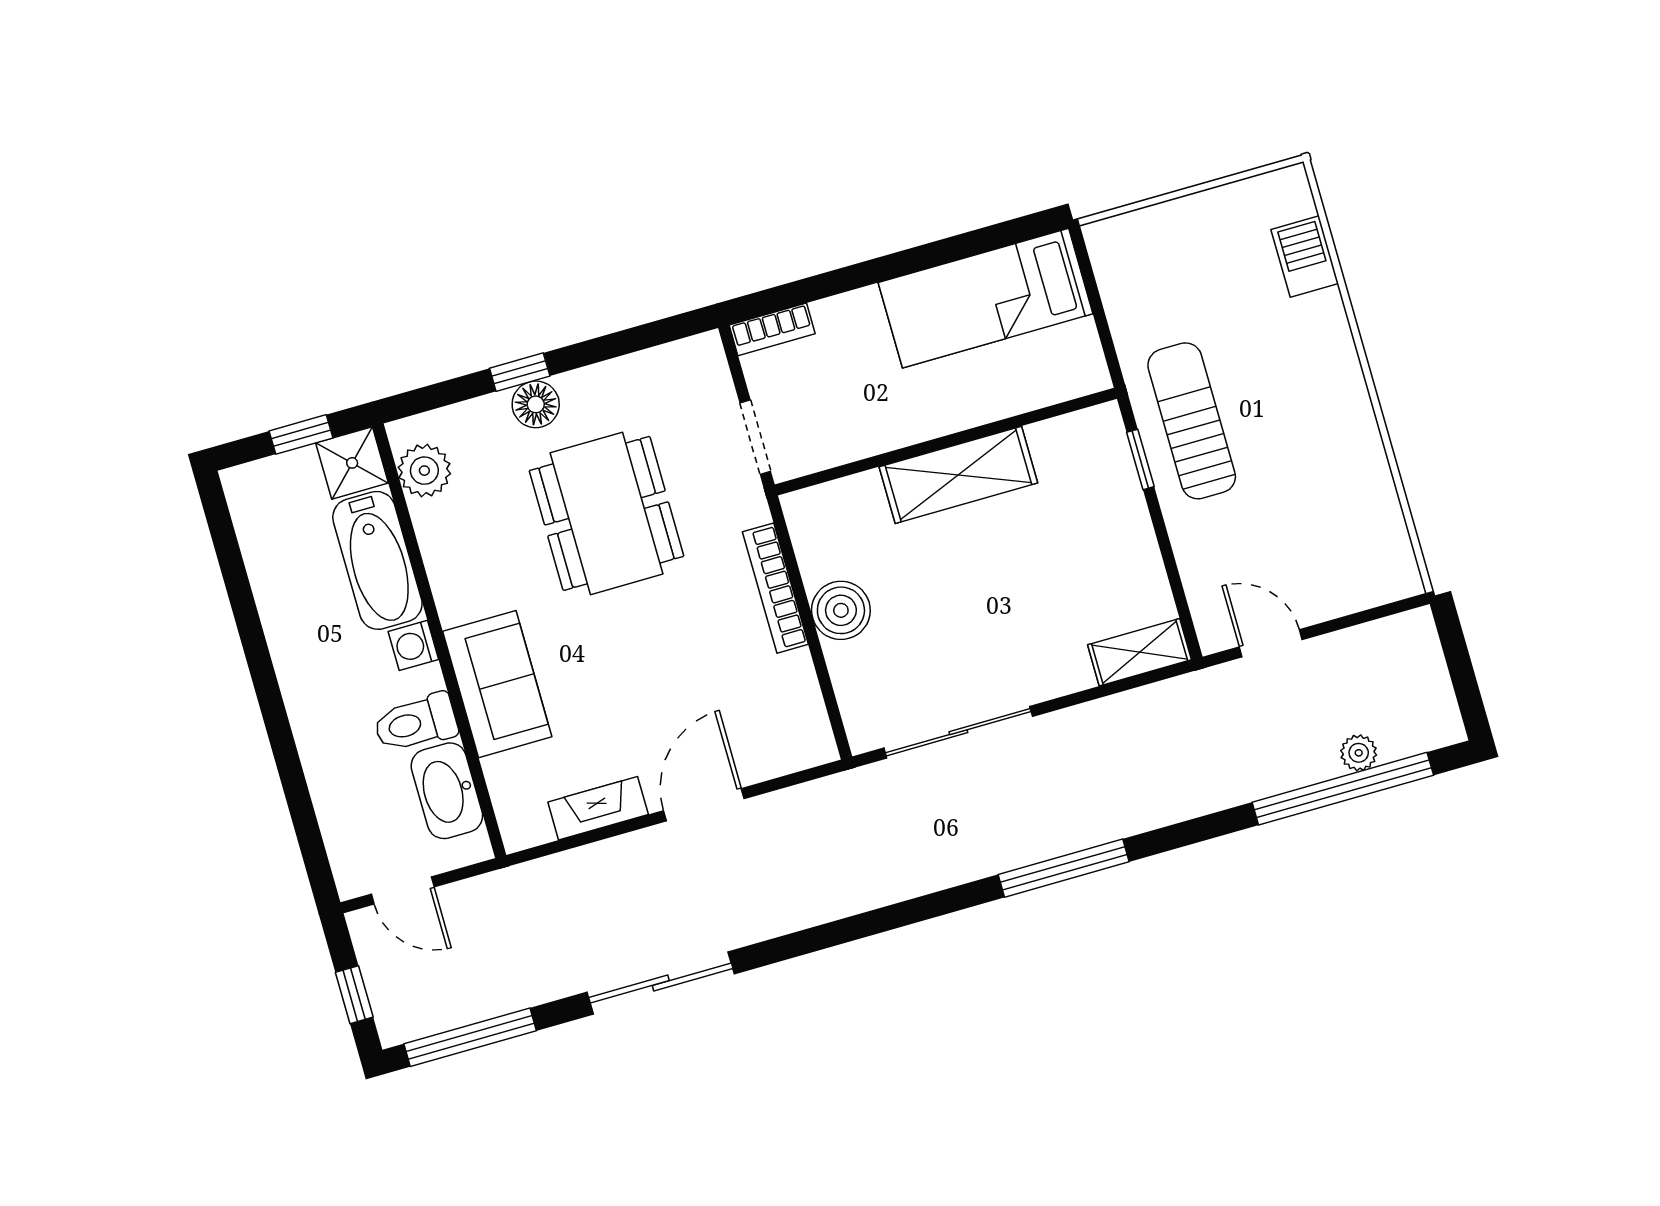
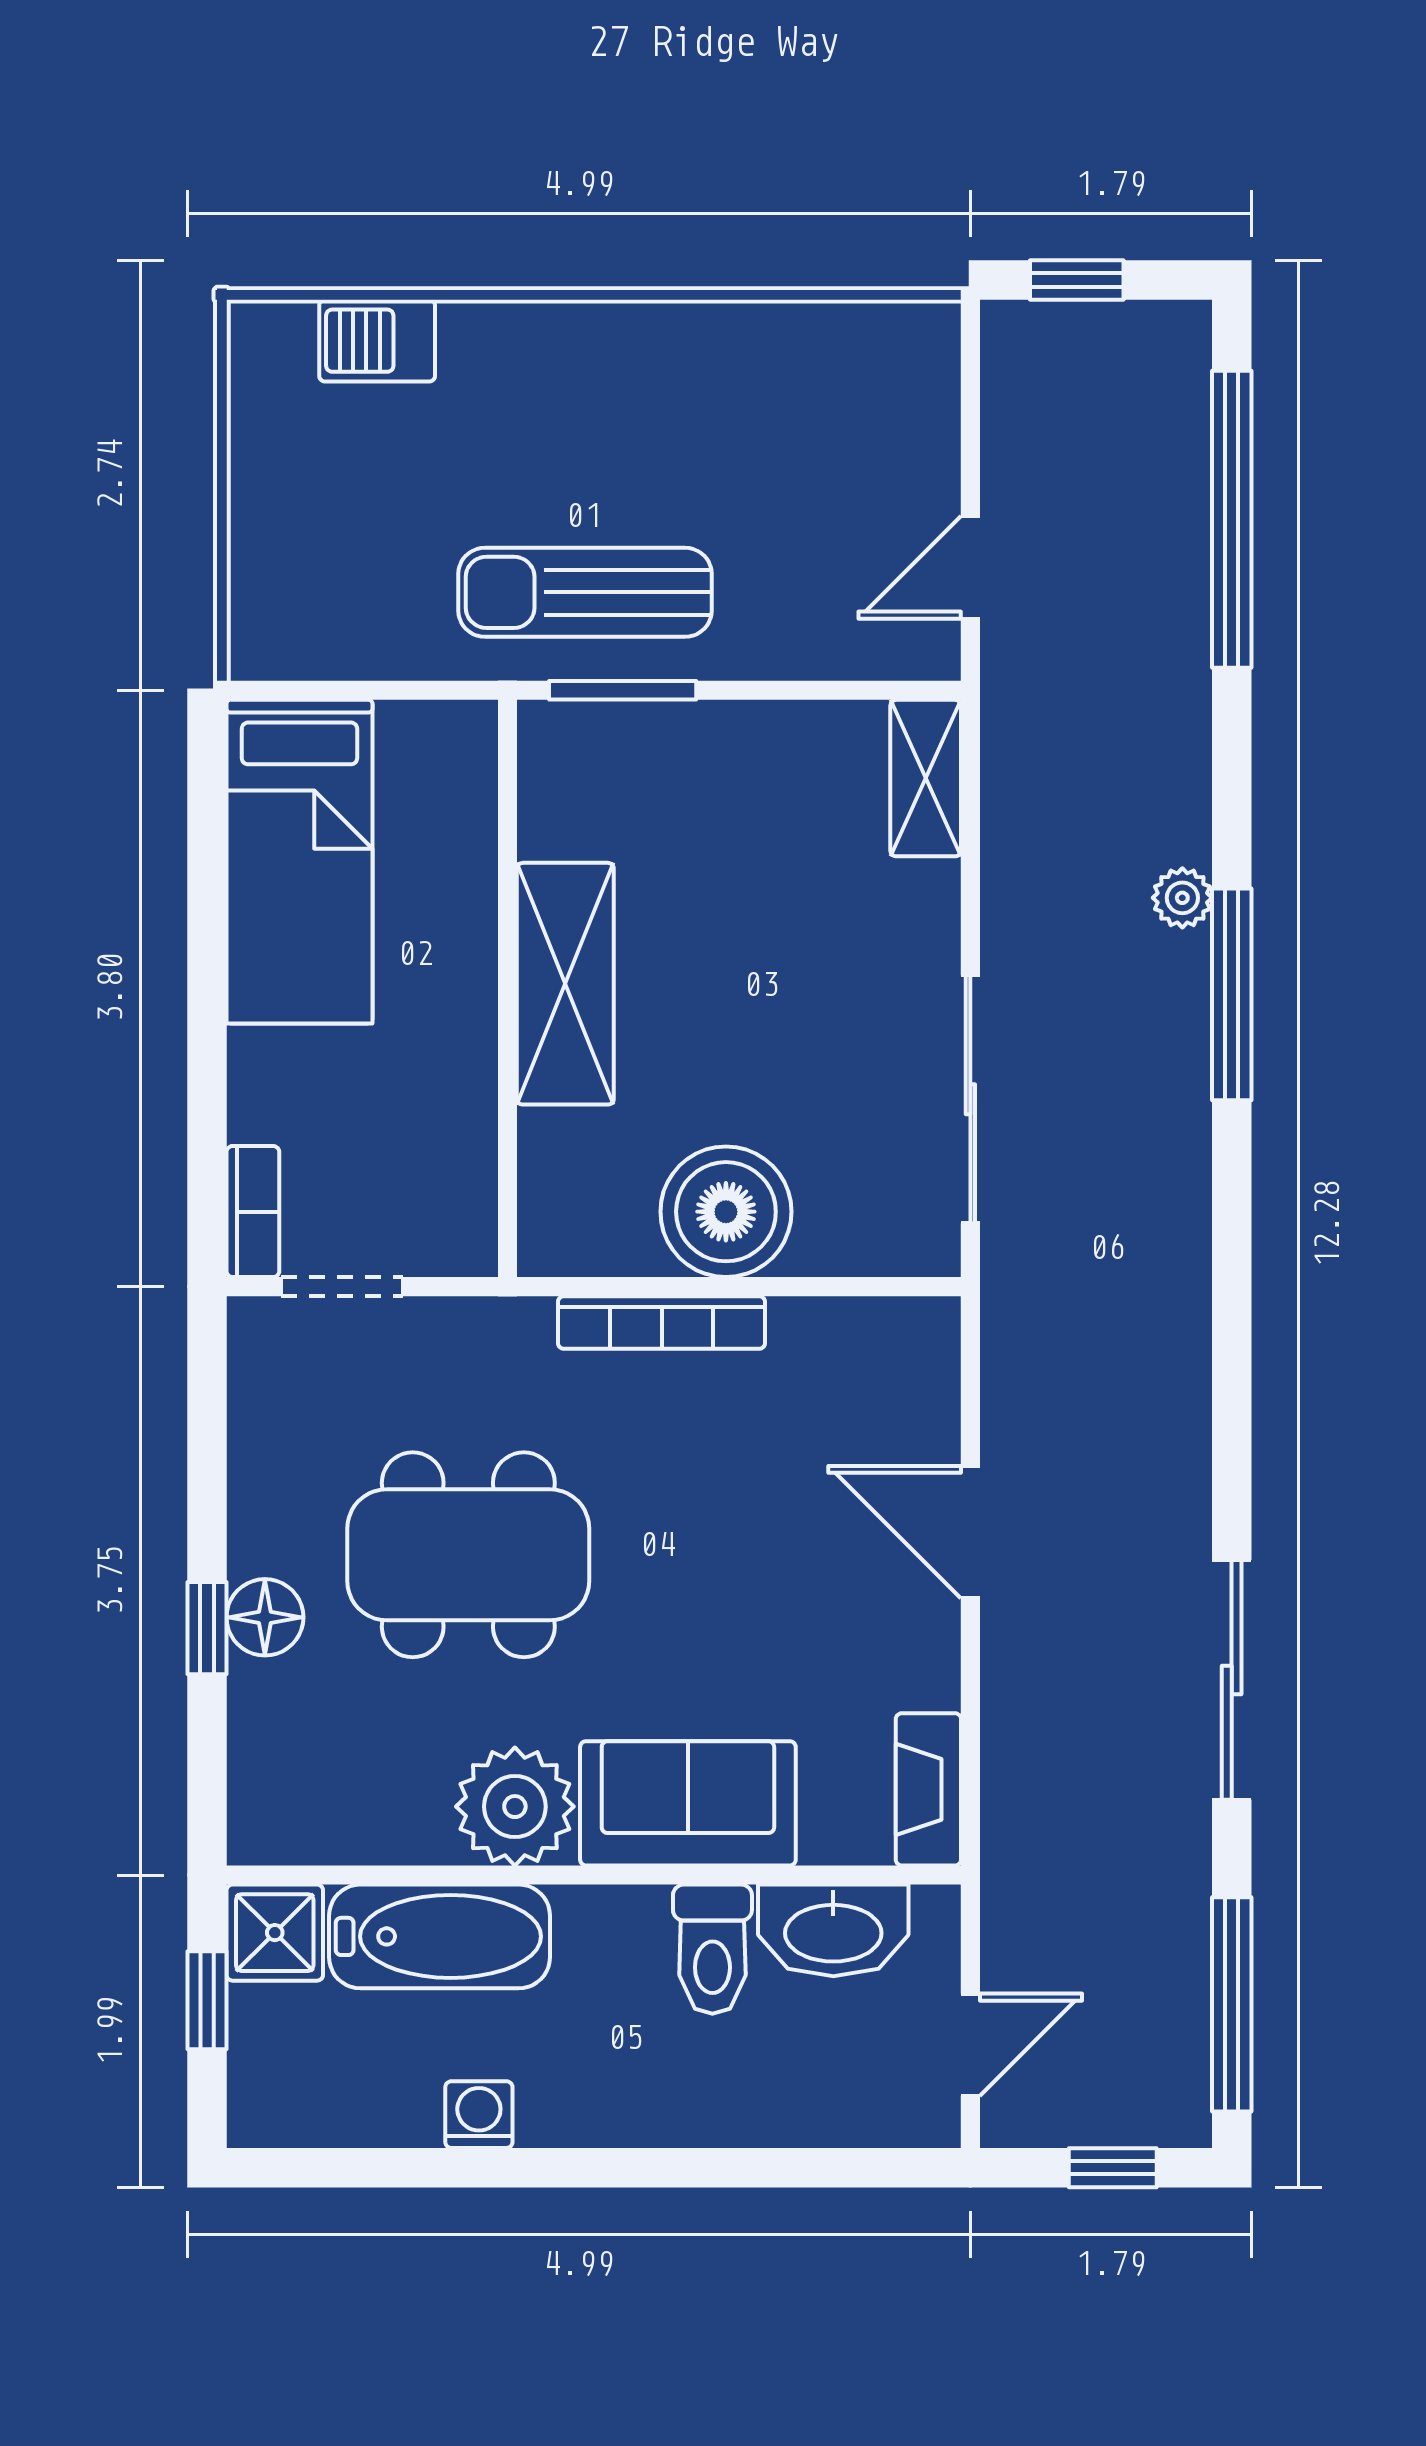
doorway: (755, 437) -> (342, 1287), moved
window: (1140, 459) -> (623, 690), width x1.50
plant: (424, 471) -> (515, 1807), moved, width x1.36, depth x1.36
boiler: (841, 610) -> (726, 1212), width x1.37, depth x1.37
washing machine: (413, 645) -> (479, 2115), moved, turned 180
window: (1458, 658) -> (1077, 280), added
plant: (1359, 753) -> (1182, 898), moved
fireplace: (598, 808) -> (928, 1789), moved

